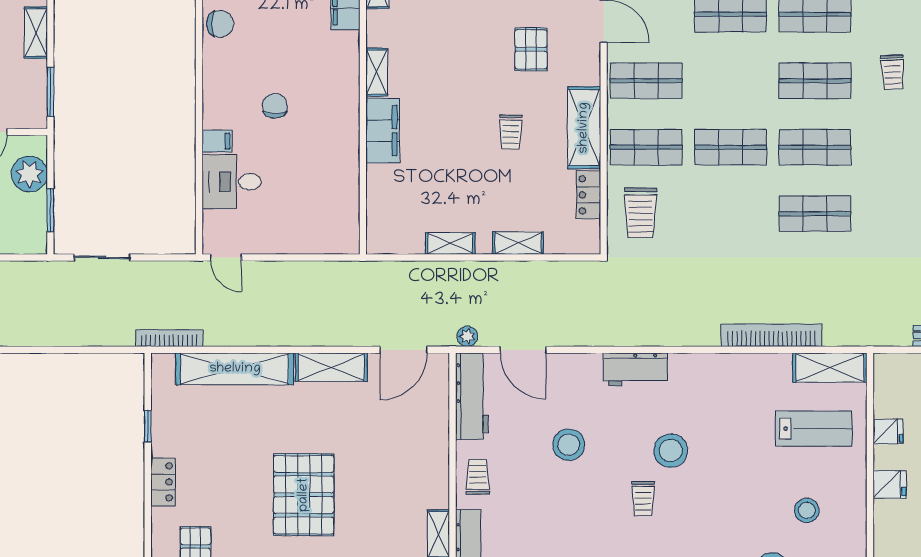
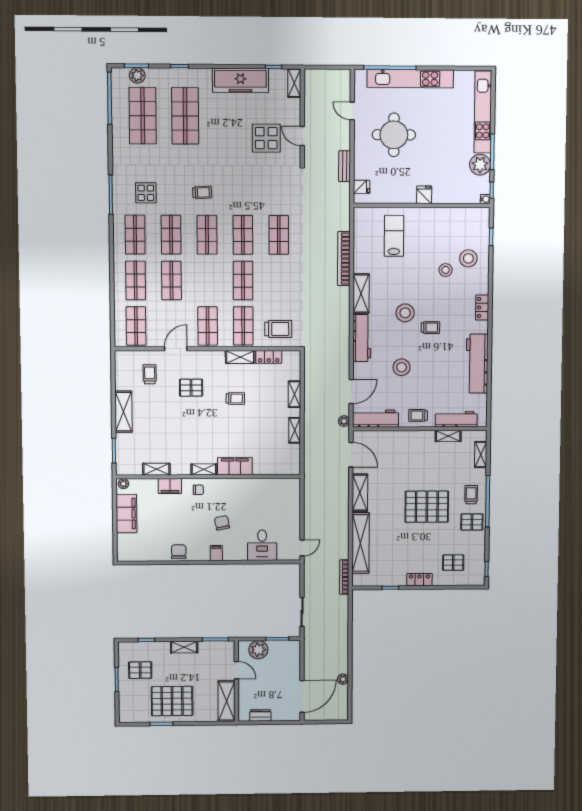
chair: (338, 62) -> (198, 490), added
chair: (275, 106) -> (222, 523), turned 79
shelving: (584, 128) -> (240, 357), width x0.67, depth x0.75
filing cabinet: (217, 141) -> (216, 553), moved
shelving: (830, 368) -> (361, 293), moved
workbench: (636, 369) -> (362, 338), width x1.38
fridge: (888, 432) -> (362, 187), moved, turned 90
stool: (807, 510) -> (446, 270), moved

